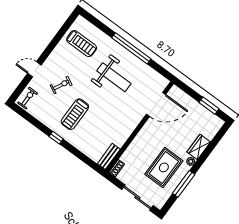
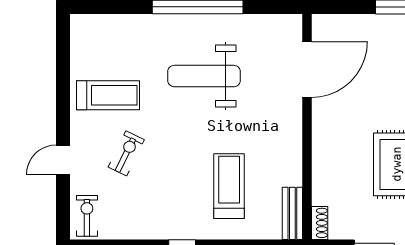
treadmill: (82, 44) -> (108, 95), moved
weight bench: (114, 77) -> (204, 76), turned 180
treadmill: (75, 114) -> (229, 186), moved, turned 180

